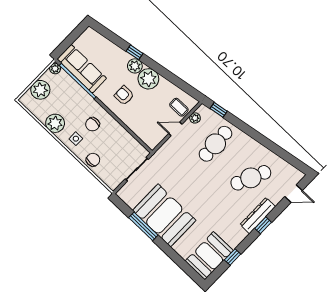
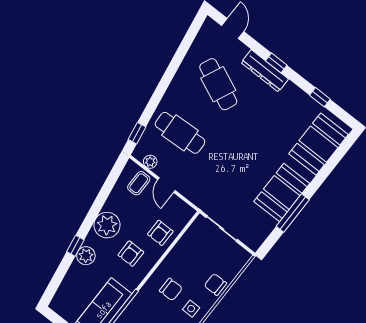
plant: (135, 66) -> (86, 256), moved
armchair: (138, 120) -> (160, 233), added
booth: (164, 215) -> (282, 192), width x0.73, depth x0.70
booth: (209, 256) -> (318, 144), moved, turned 90

